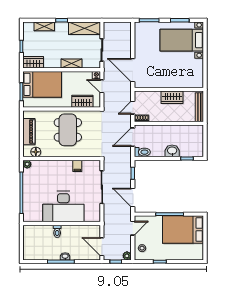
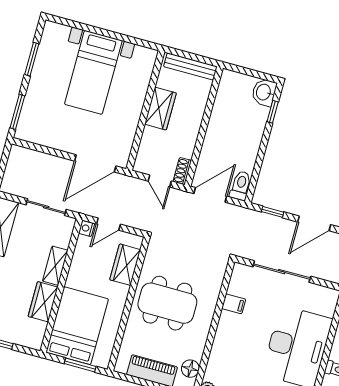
bed with nightstands: (182, 40) -> (93, 72), moved
wardrobe: (33, 62) -> (43, 302), moved
door: (133, 137) -> (210, 195), swing flipped
washbasin: (172, 151) -> (264, 92), moved

